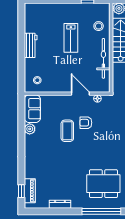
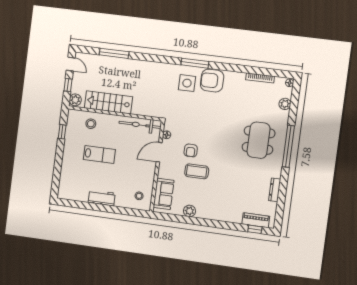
bicycle: (103, 58) -> (140, 125), moved
sofa: (32, 109) -> (164, 194), moved, turned 90

